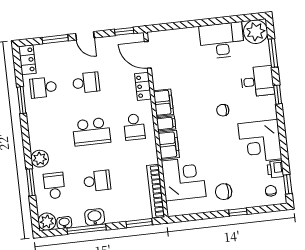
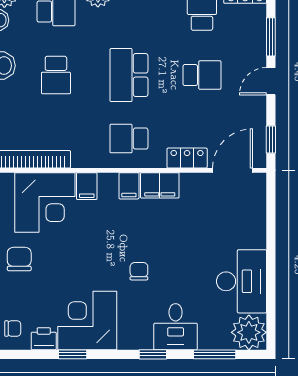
school desk: (86, 83) -> (202, 75), turned -90
filing cabinet: (169, 145) -> (87, 186), width x0.50
window: (288, 184) -> (73, 354), moved

